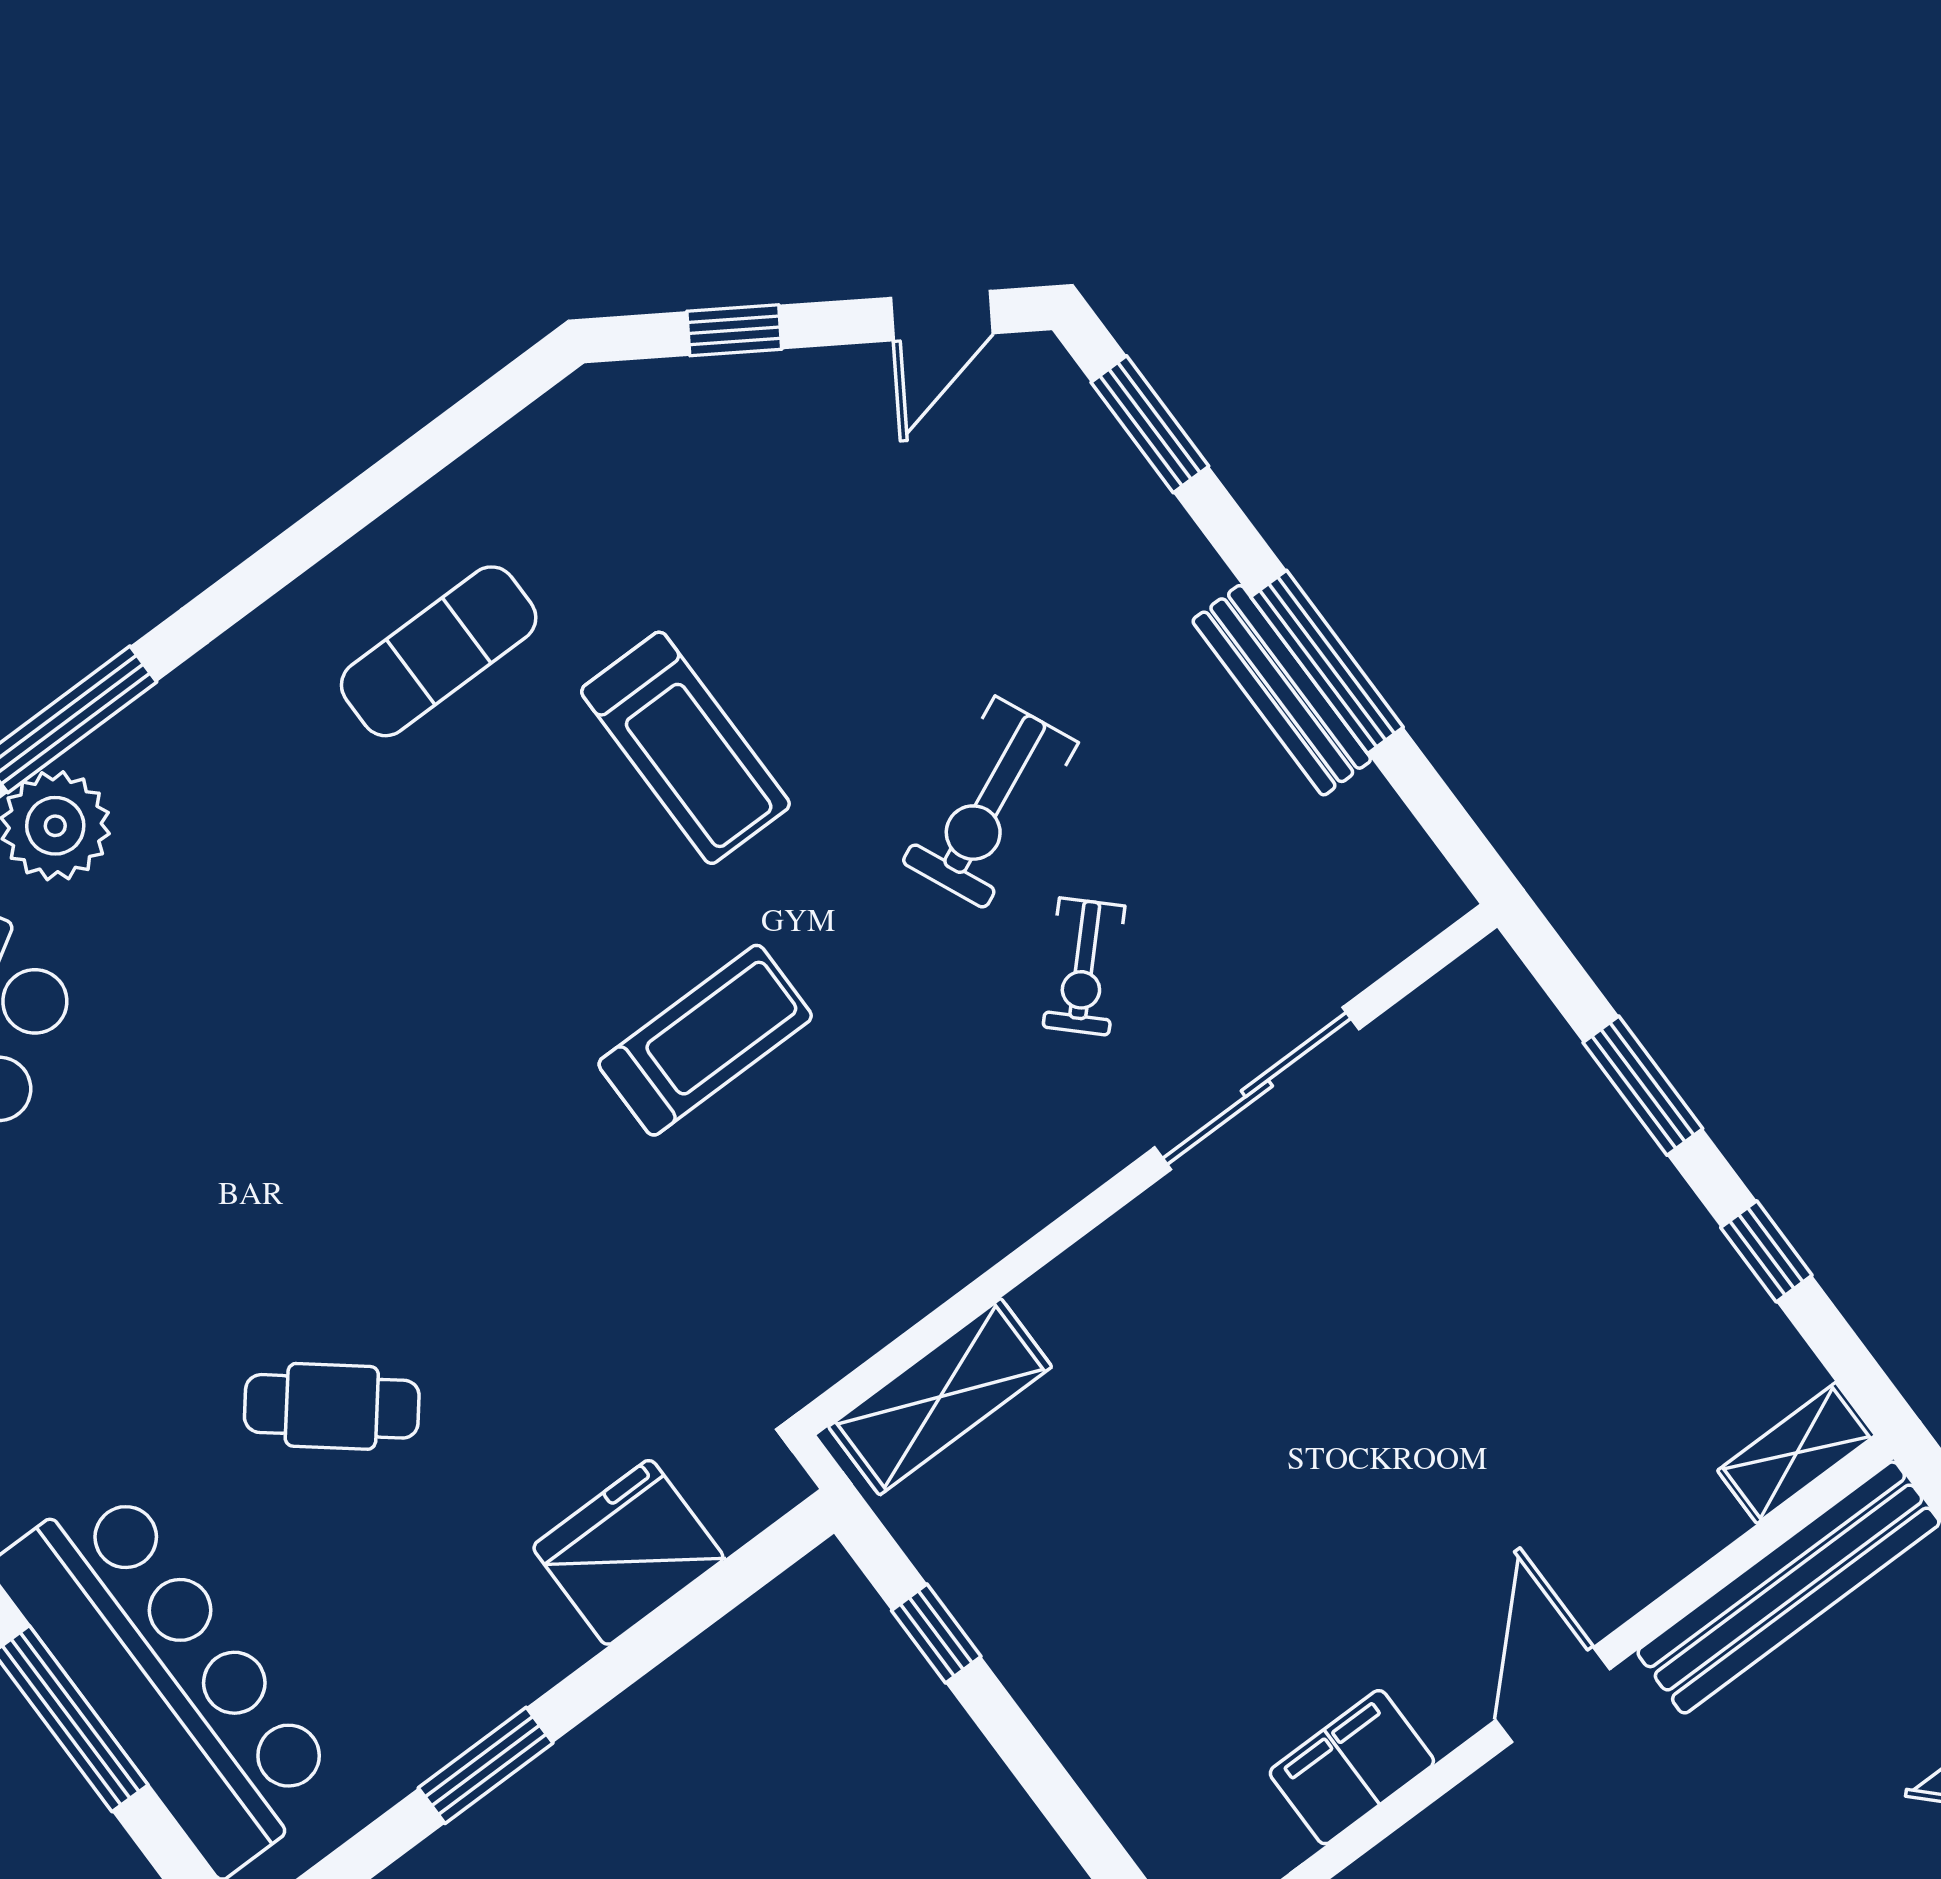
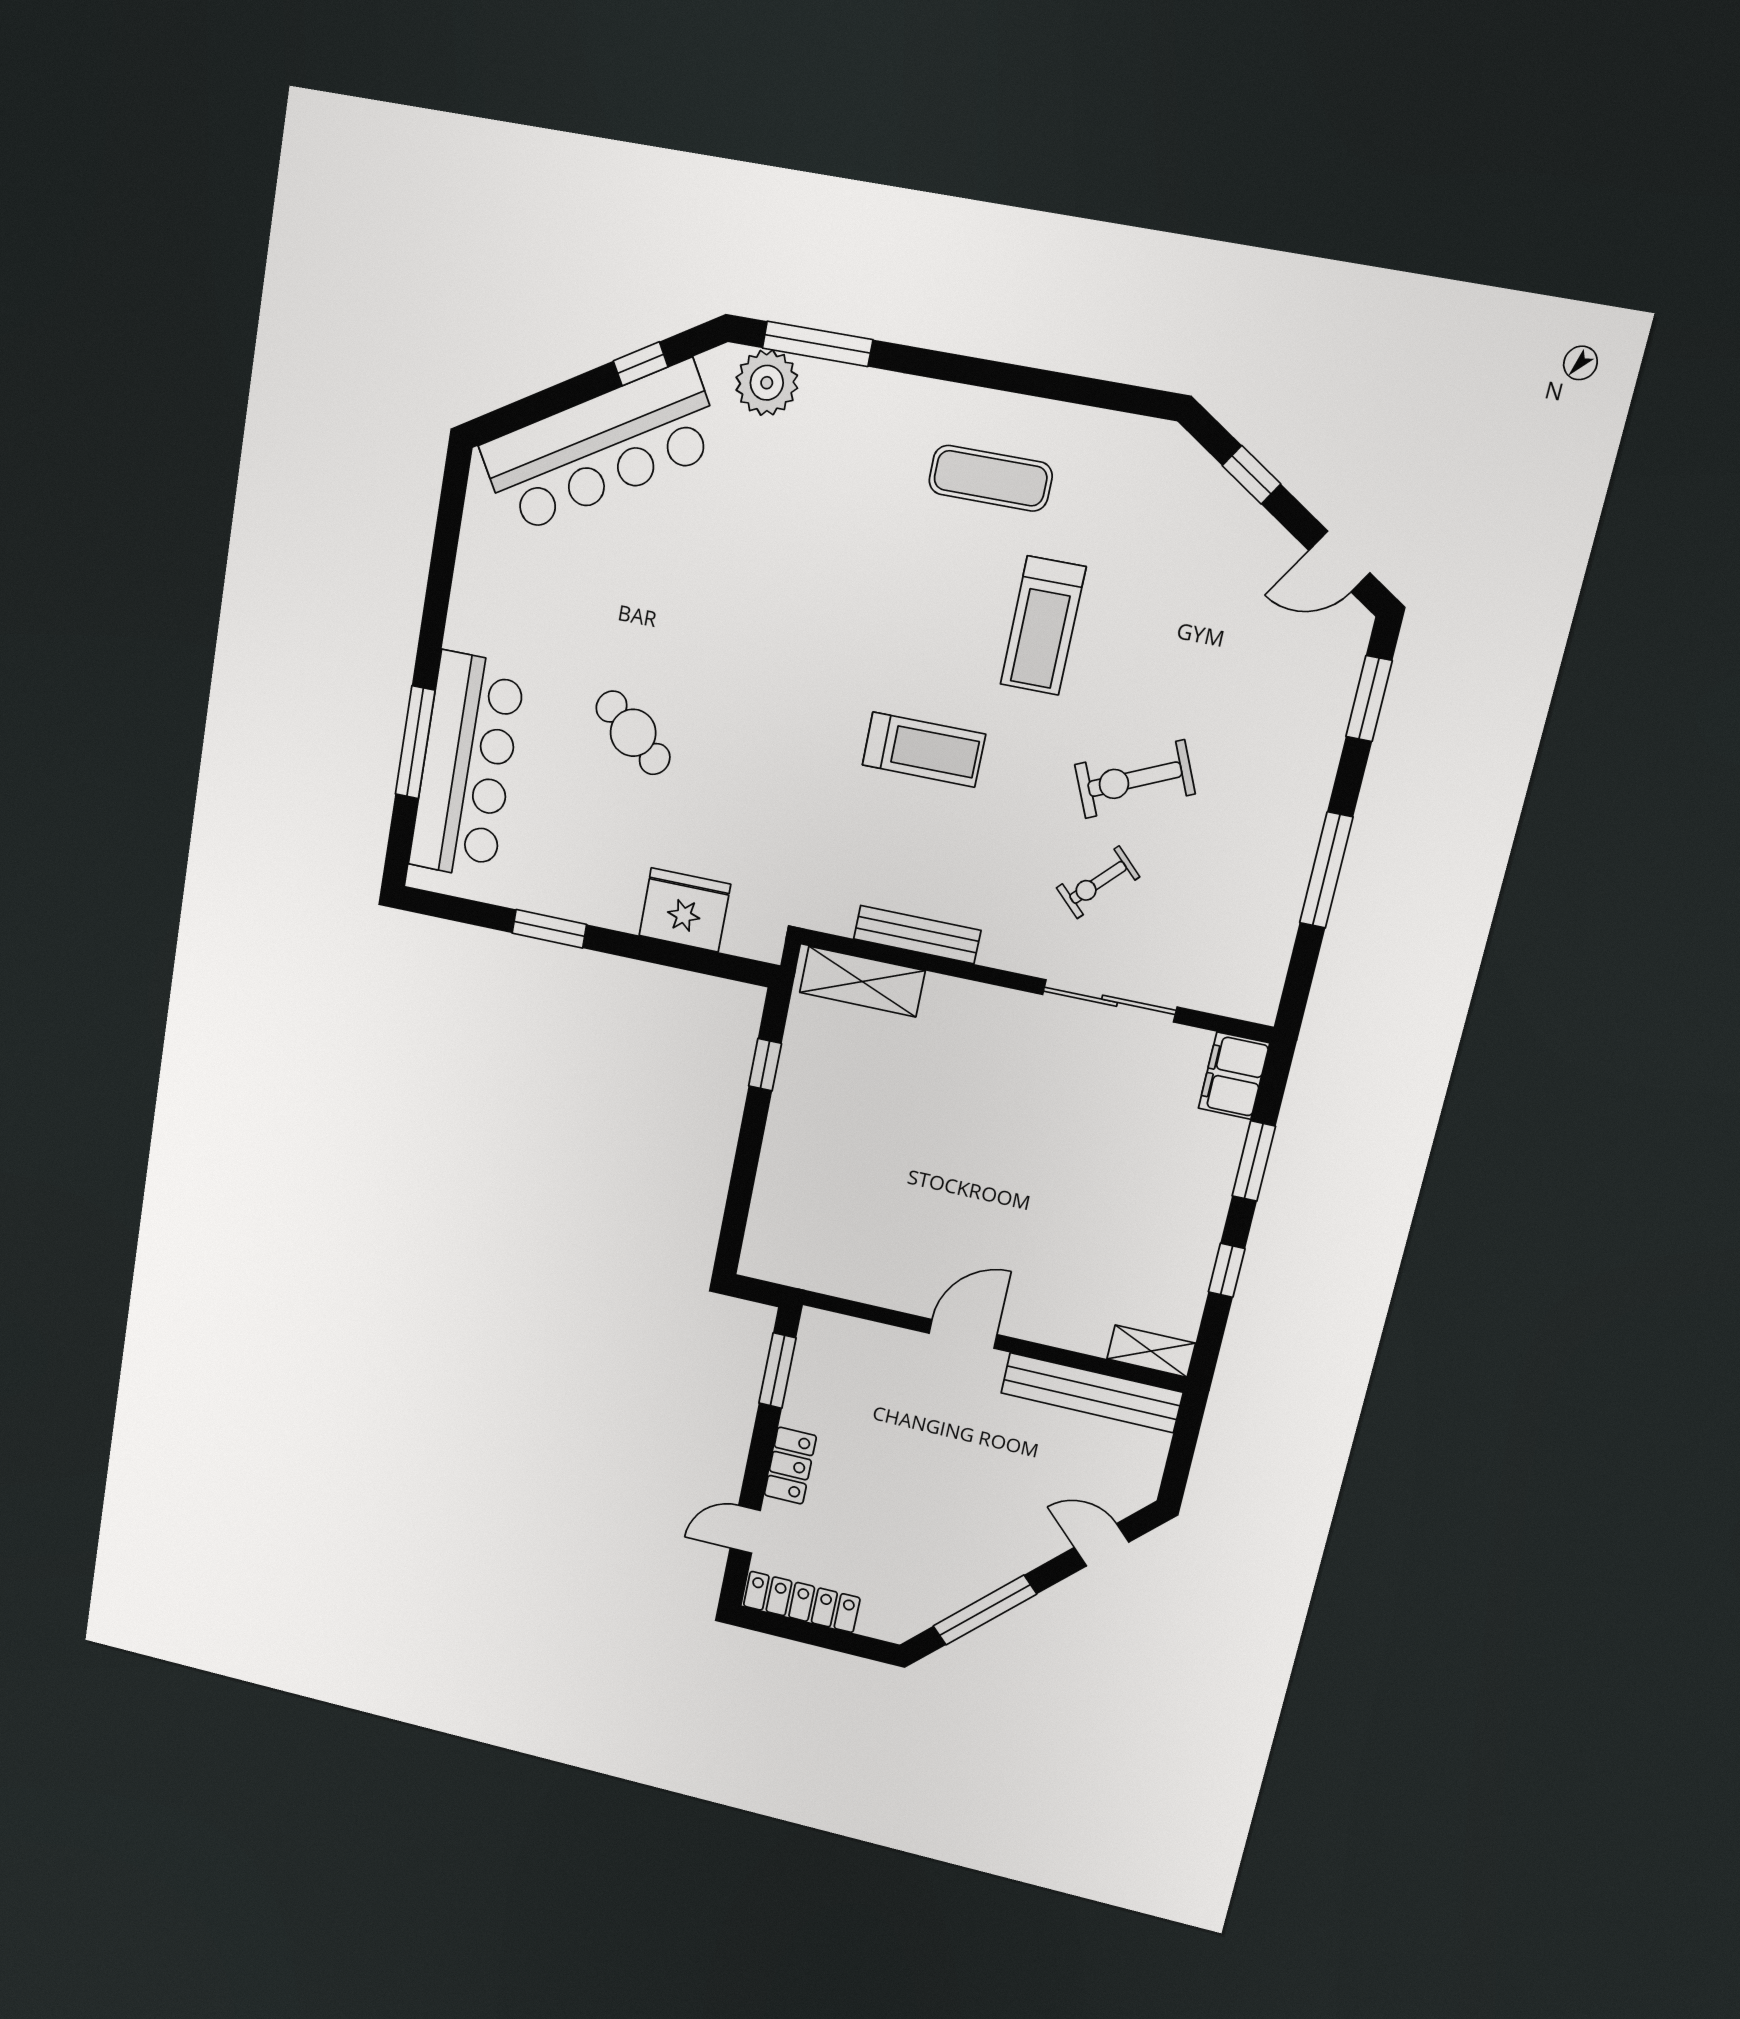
bench: (1282, 690) -> (917, 935), moved, turned 90
filing cabinet: (1352, 1767) -> (1234, 1076), moved, turned -90

